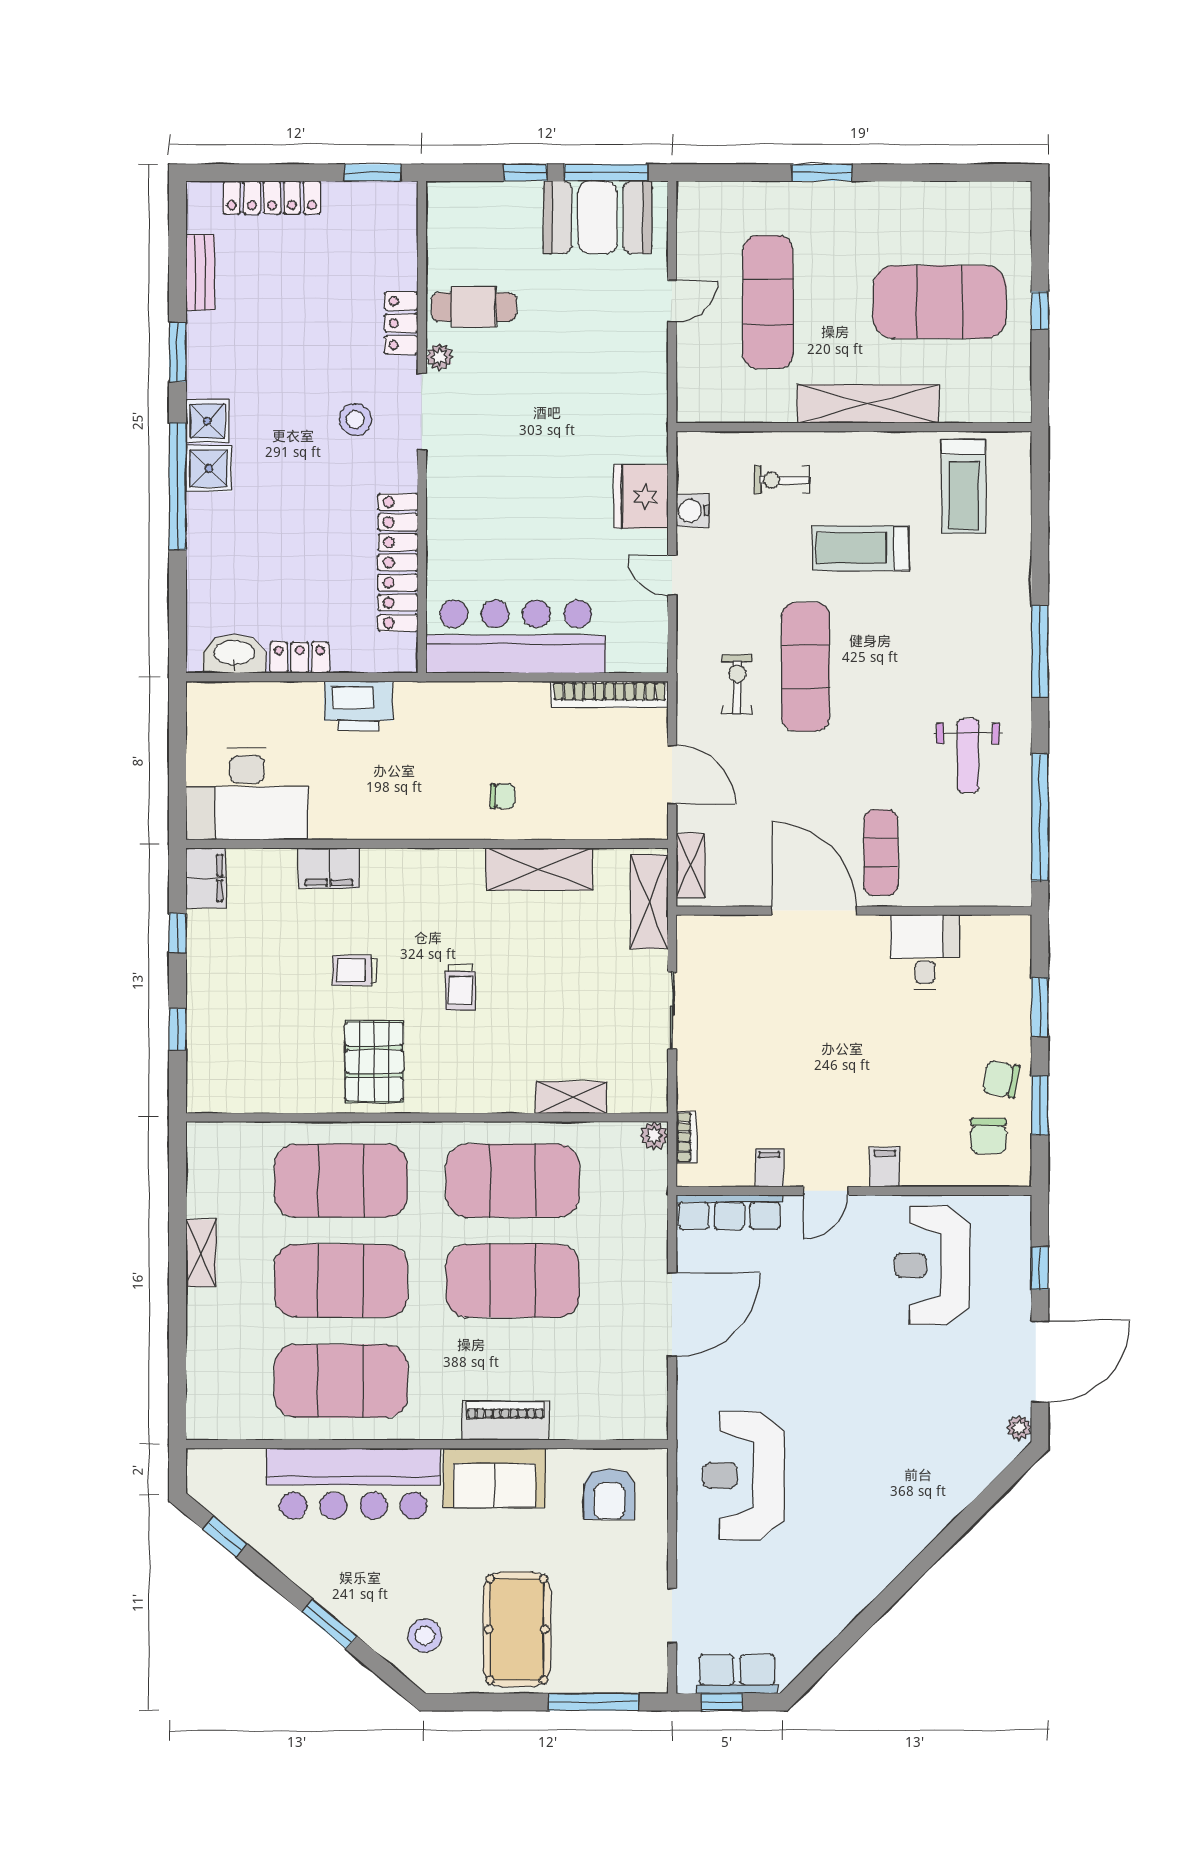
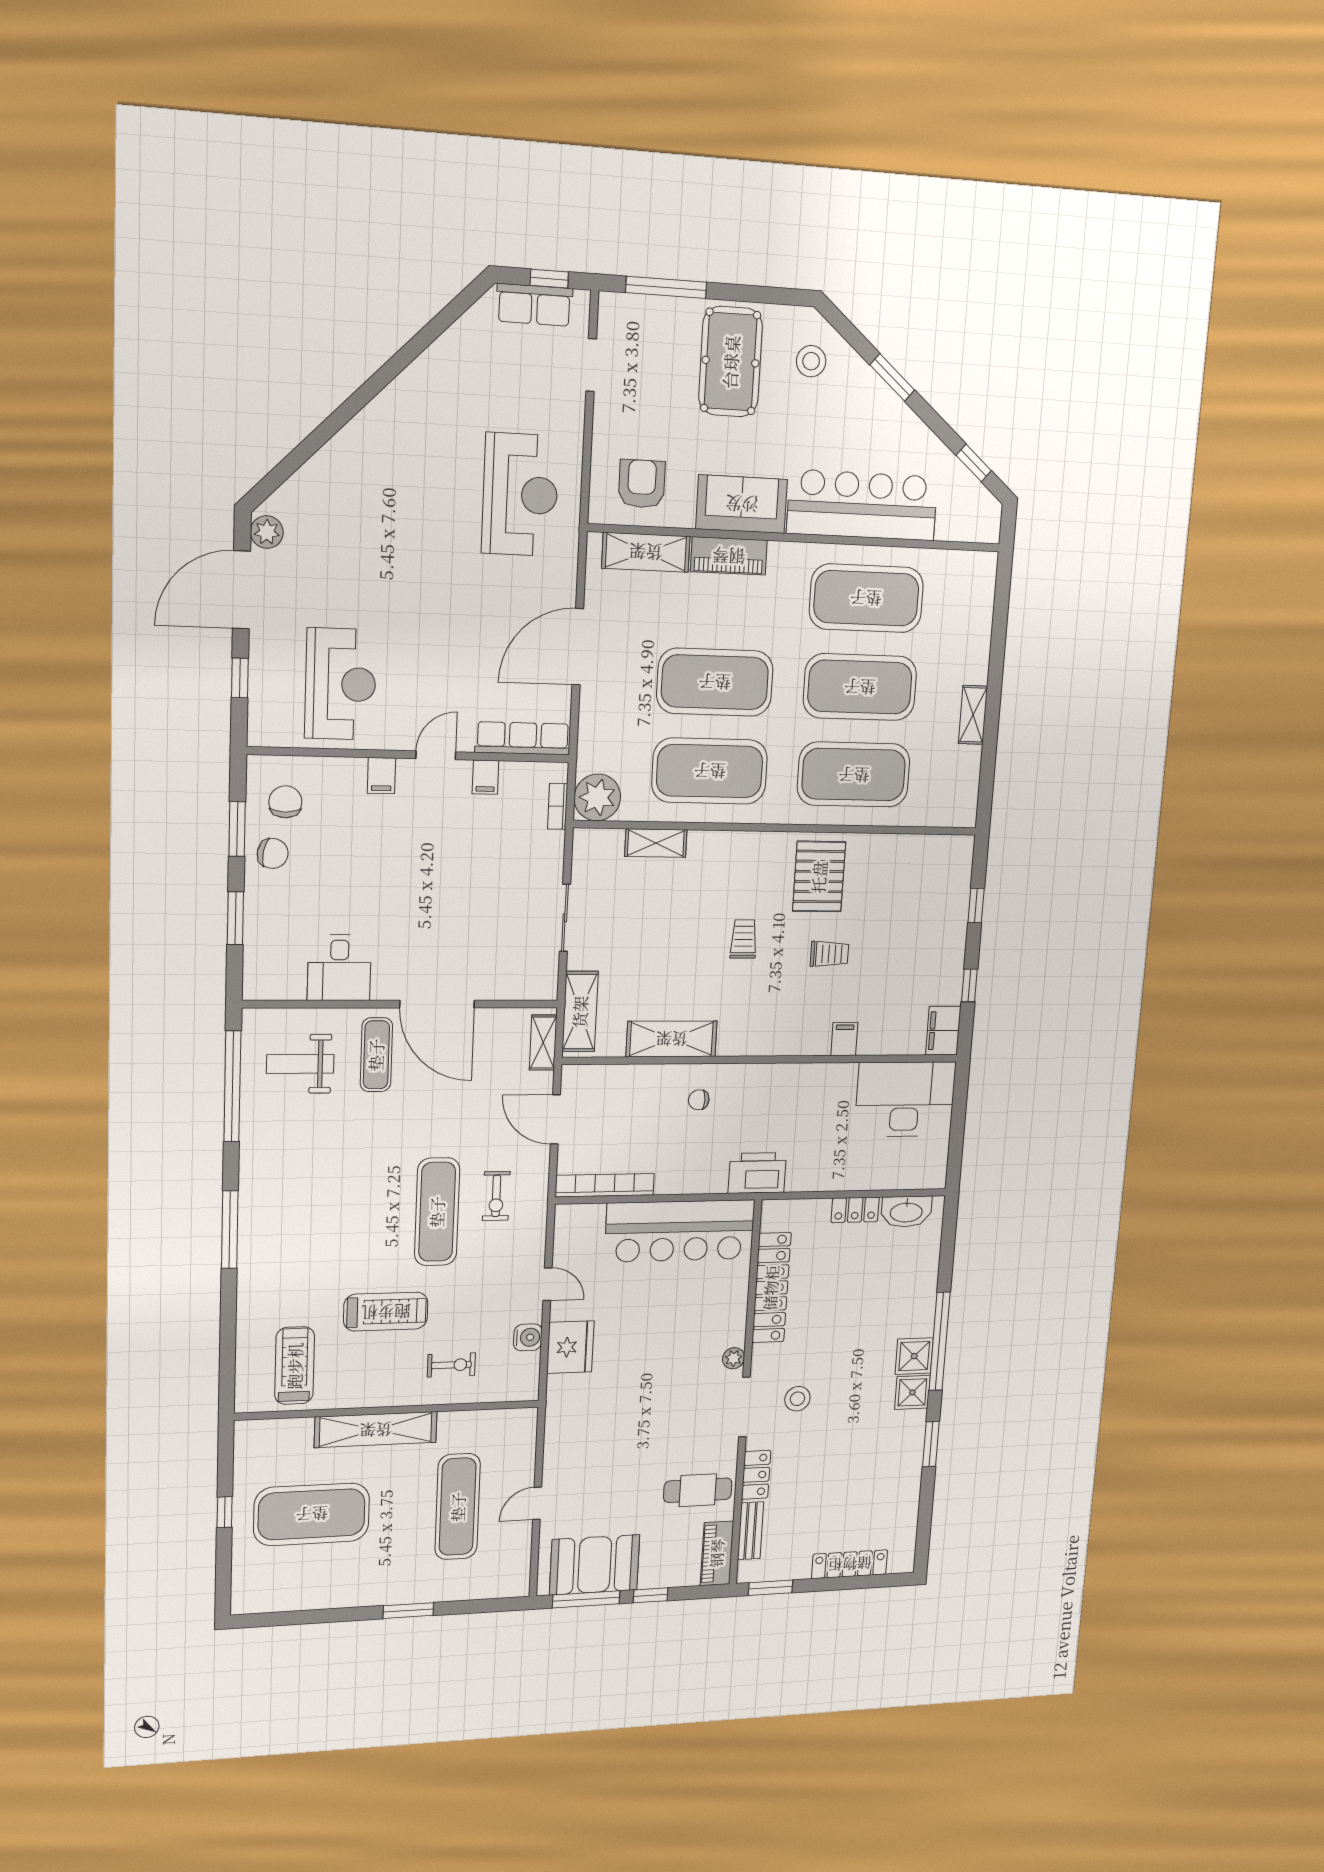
piano: (445, 223) -> (717, 1553), added
bench: (200, 272) -> (751, 1531), moved
plant: (440, 357) -> (734, 1358), moved
printer: (359, 706) -> (757, 1173), moved
weight bench: (968, 756) -> (300, 1064), moved, turned -90
filing cabinet: (329, 868) -> (844, 1039), width x0.50
plant: (654, 1136) -> (597, 797), width x1.88, depth x1.88
shelving: (600, 1421) -> (646, 552), added
plant: (1019, 1428) -> (267, 532), width x1.38, depth x1.38

